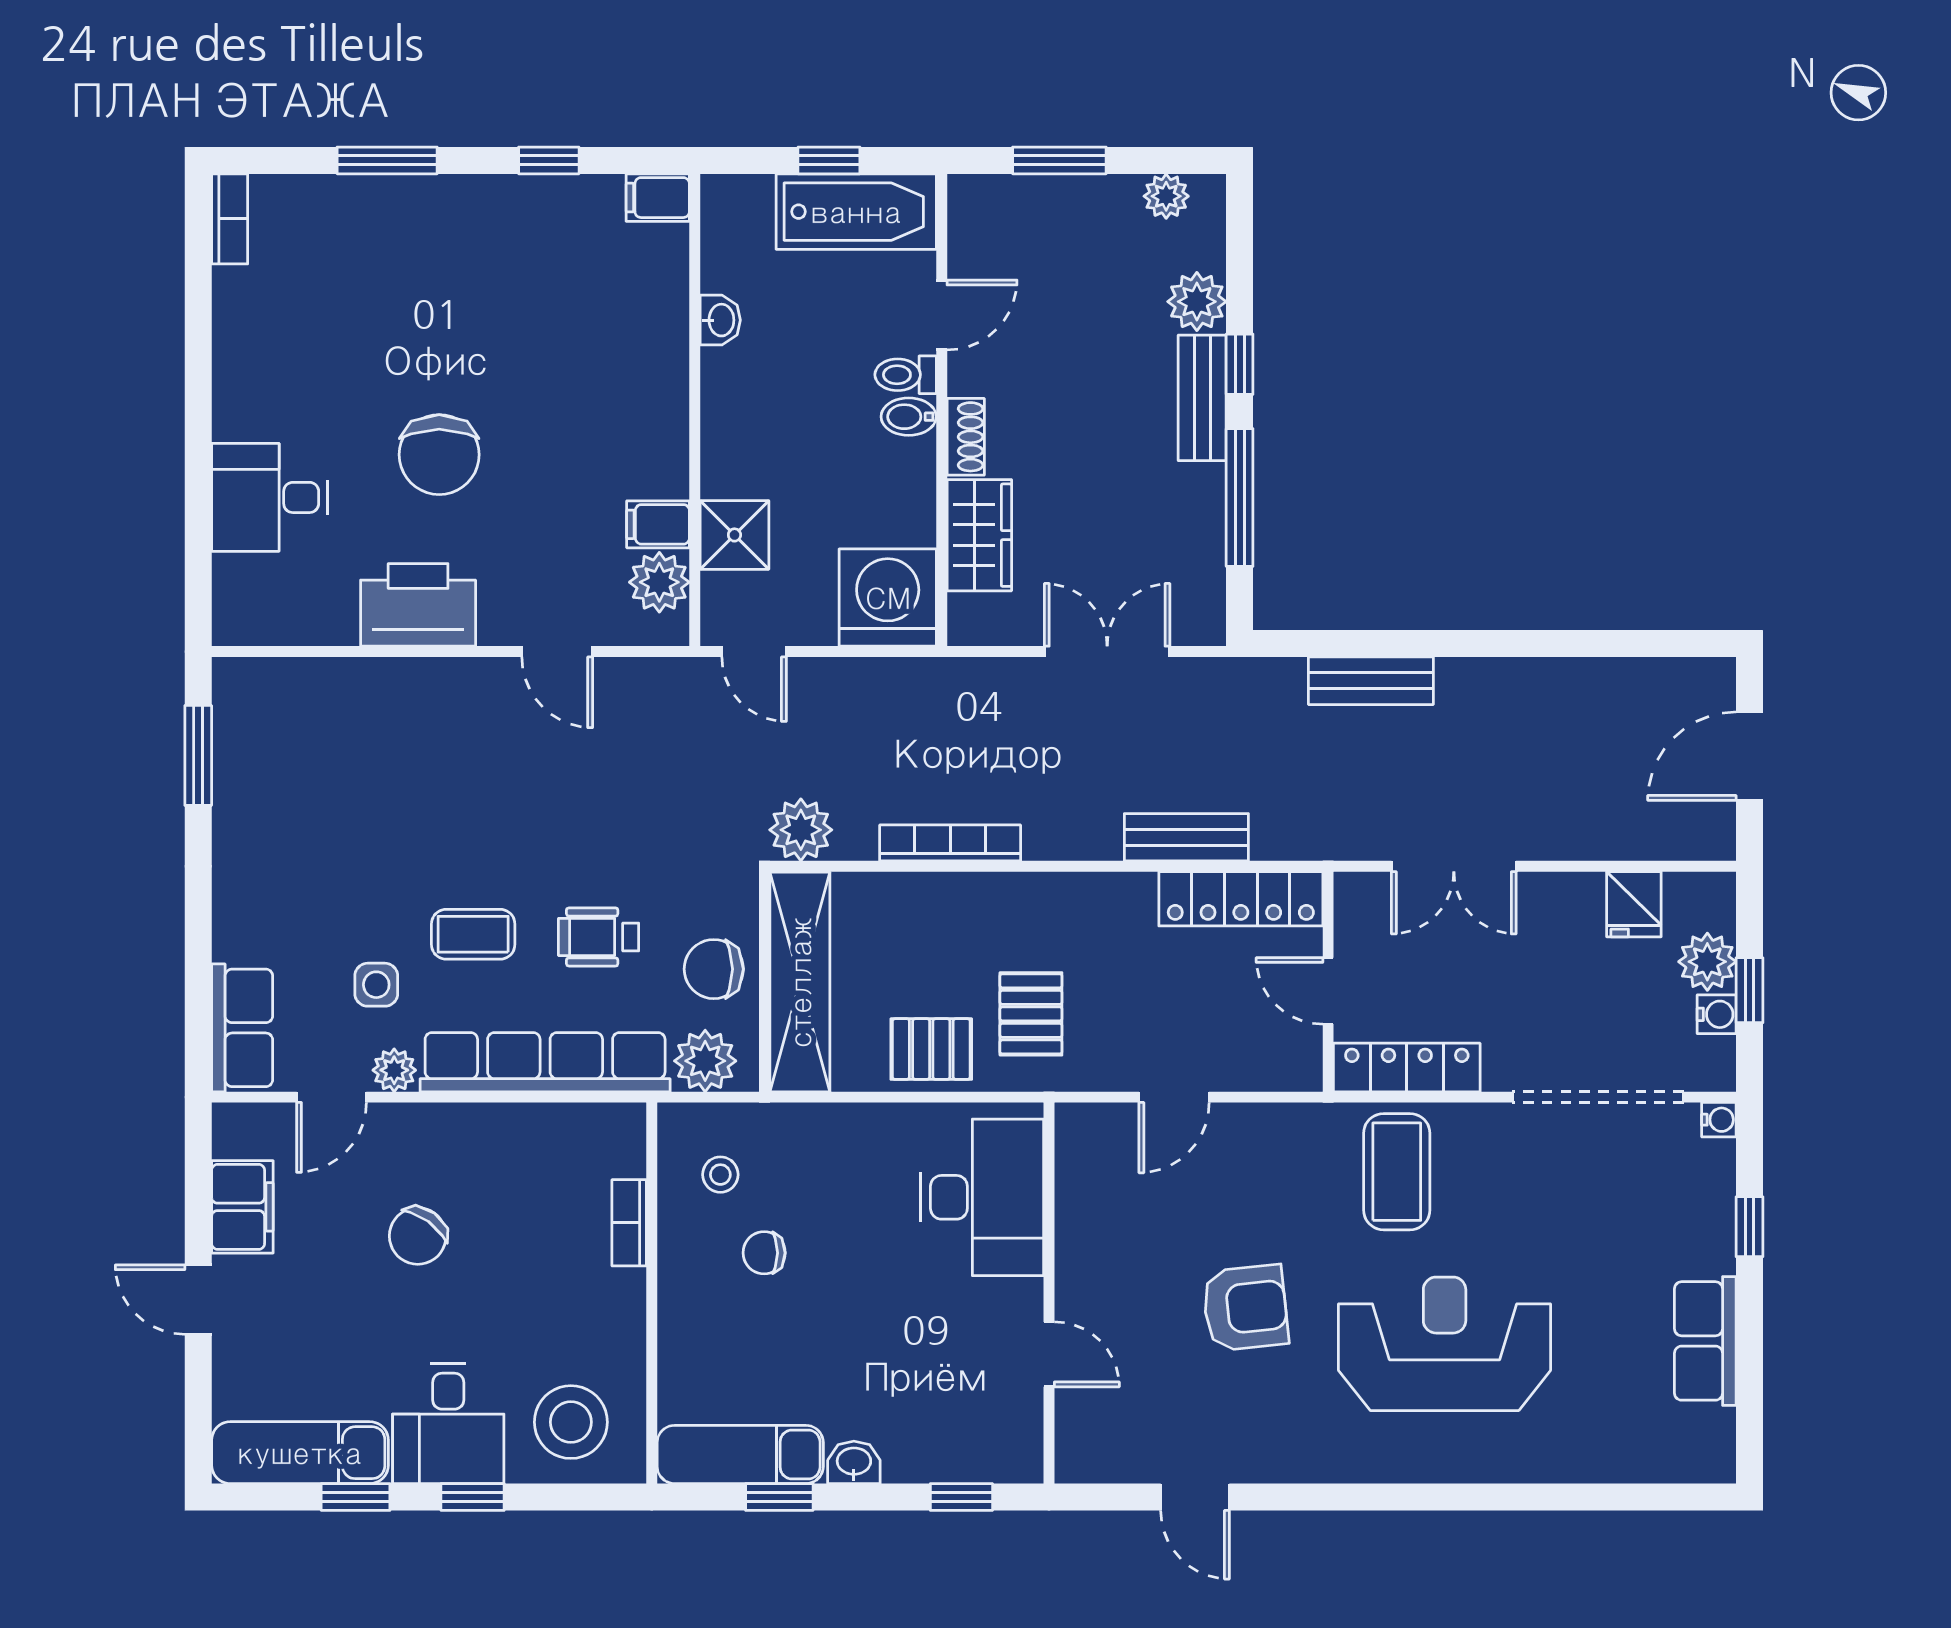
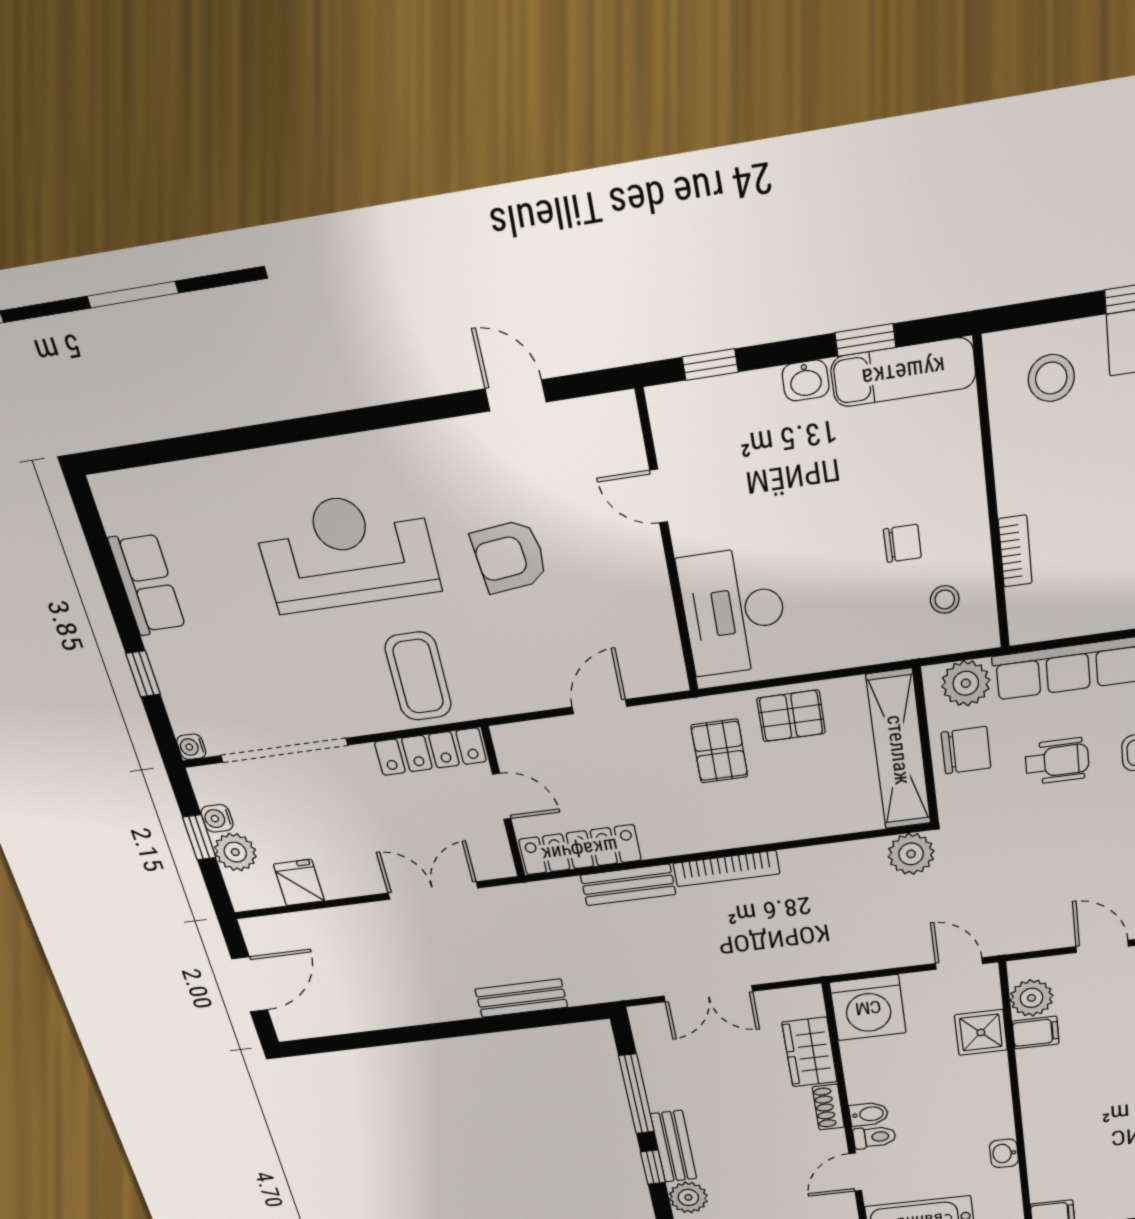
bookcase: (950, 843) -> (726, 869), moved
reception desk: (1445, 1344) -> (347, 552), turned 180
stool: (571, 1422) -> (1051, 378), width x0.73, depth x0.73

